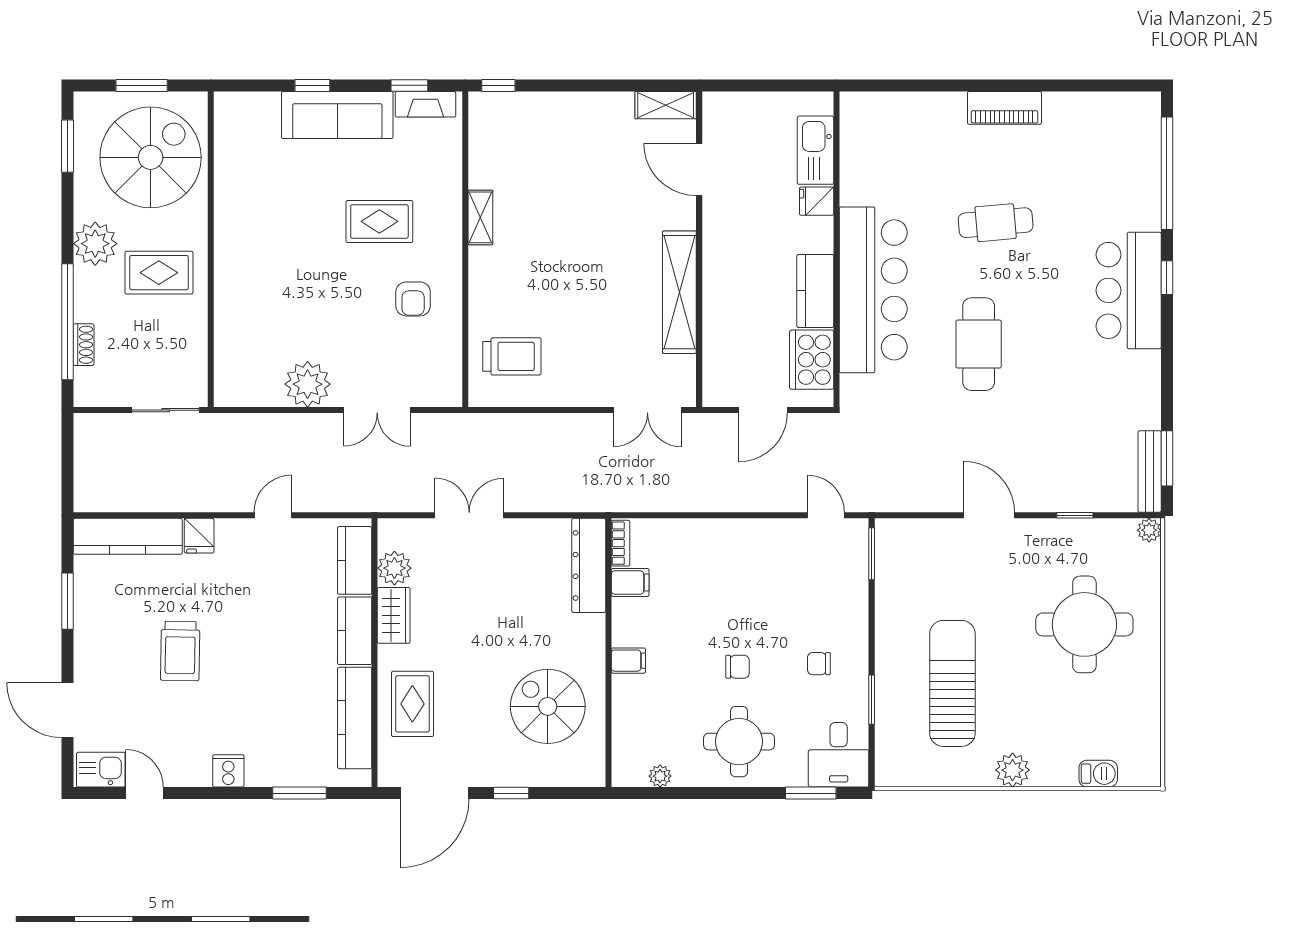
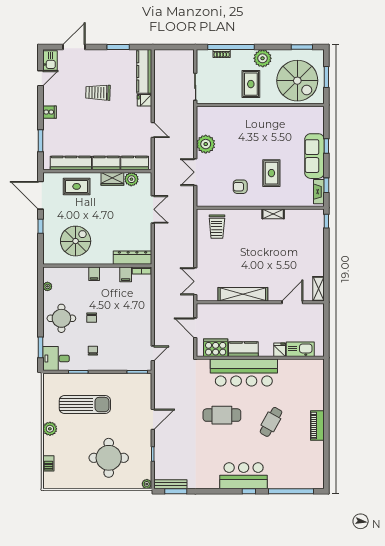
cafe table: (996, 223) -> (271, 422), turned 34

